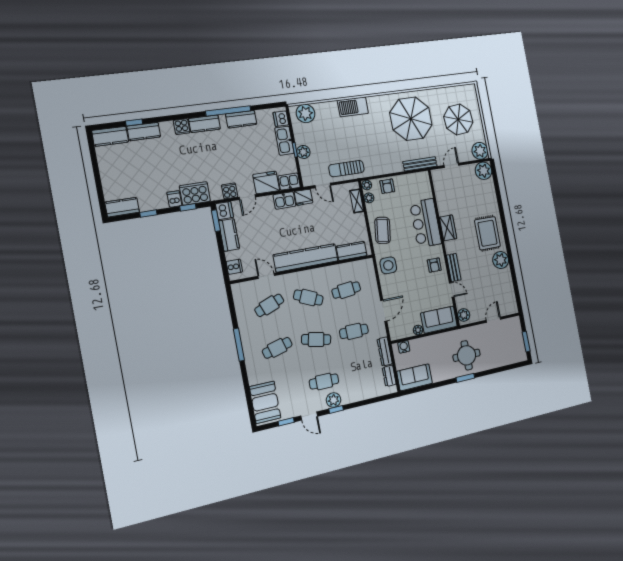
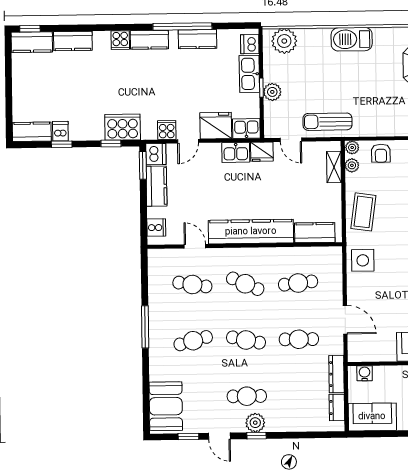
window: (134, 122) -> (30, 29), moved
dishwasher: (174, 199) -> (60, 131), moved
cafe table: (269, 305) -> (192, 285), turned 30
door: (384, 311) -> (345, 320), hinge flipped
plant: (418, 330) -> (389, 355), removed

